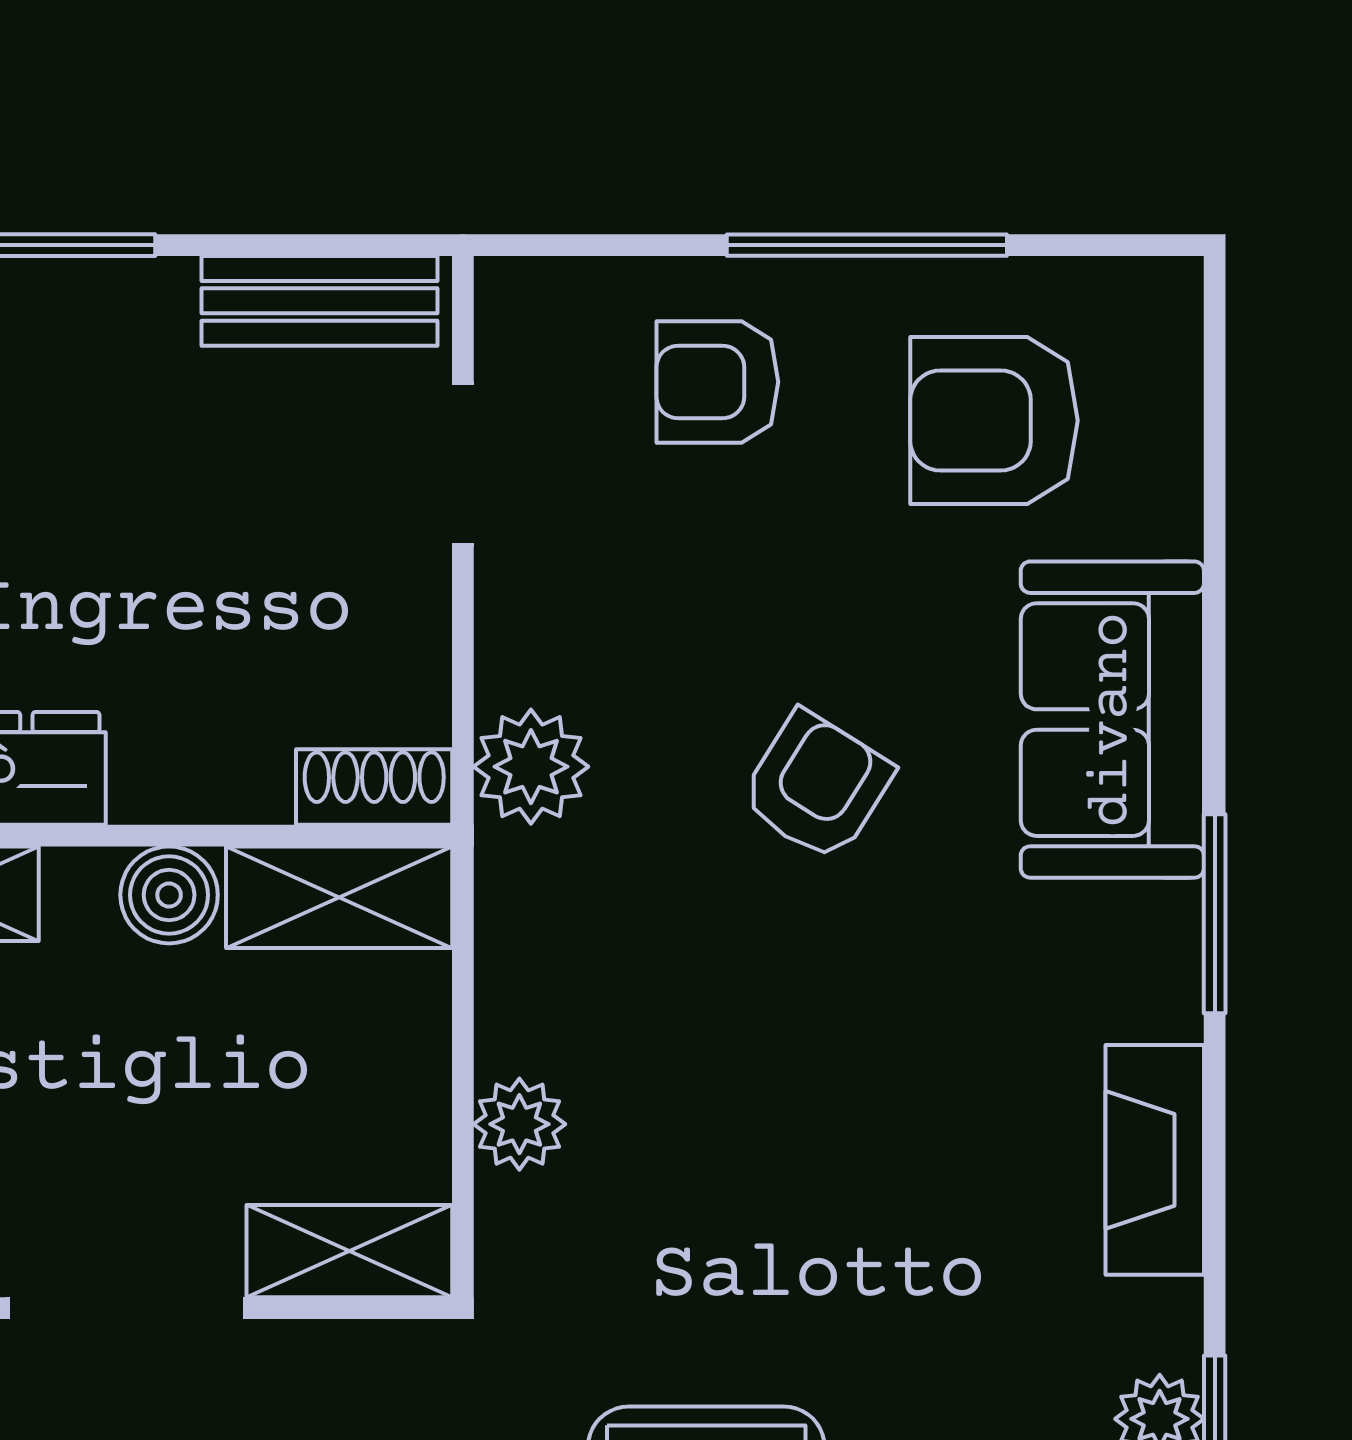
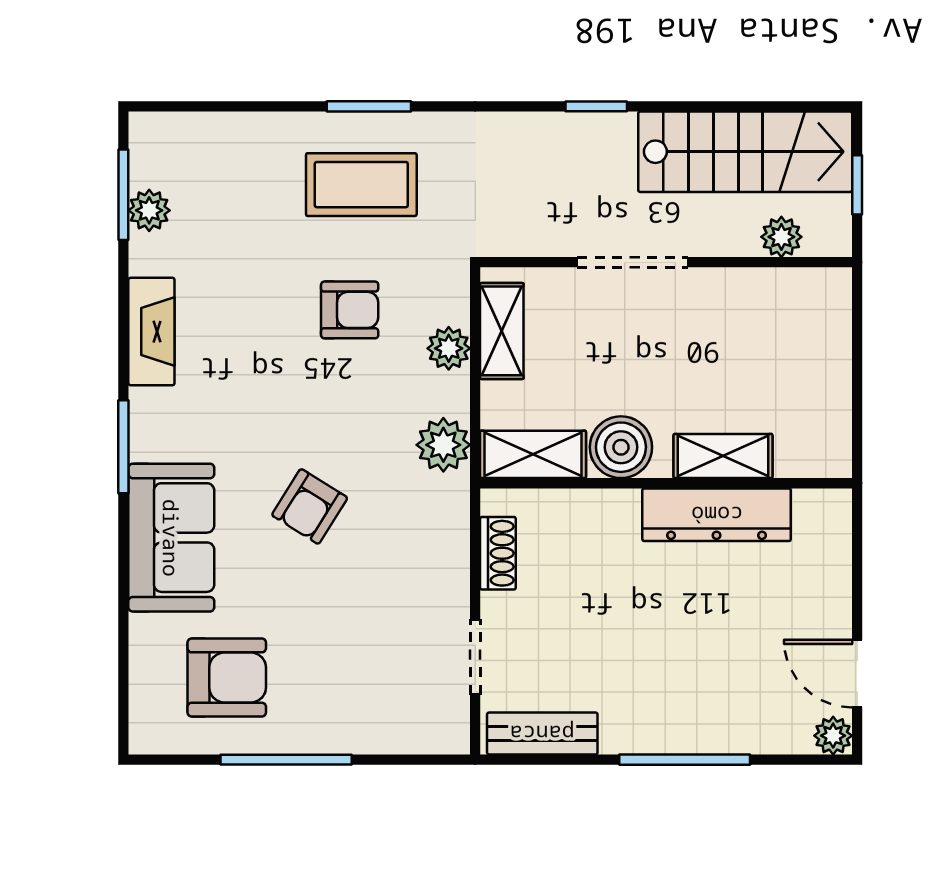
armchair: (717, 382) -> (350, 310), moved
plant: (531, 767) -> (443, 445), moved
shoe rack: (374, 787) -> (498, 553), moved, turned -90
boiler: (169, 895) -> (621, 447), width x1.36, depth x1.36
shelving: (349, 1251) -> (502, 331), moved, turned 90

